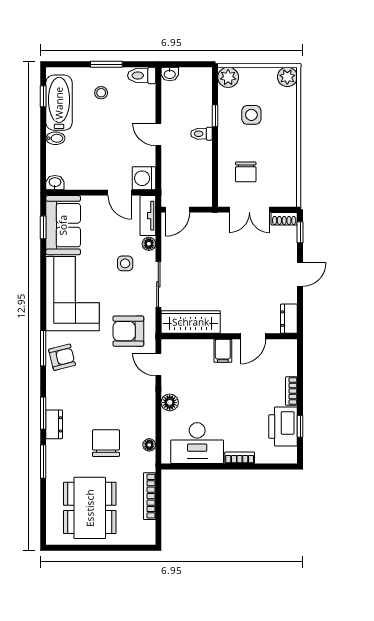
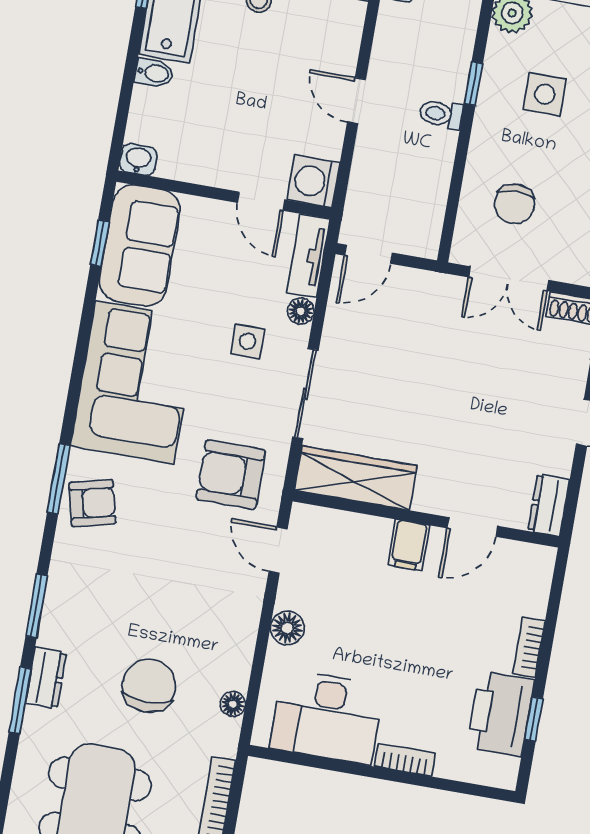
dresser: (54, 424) -> (46, 678), moved

